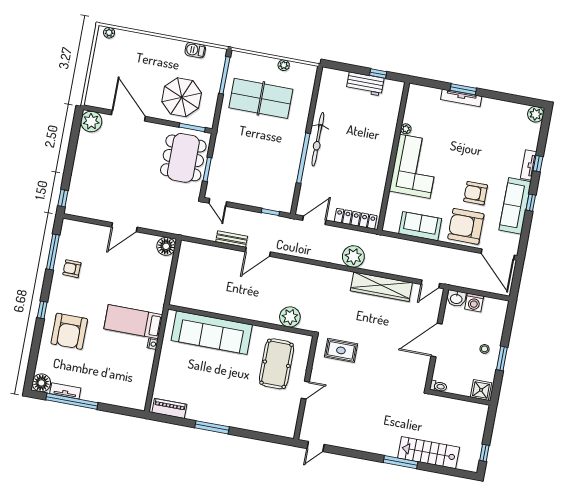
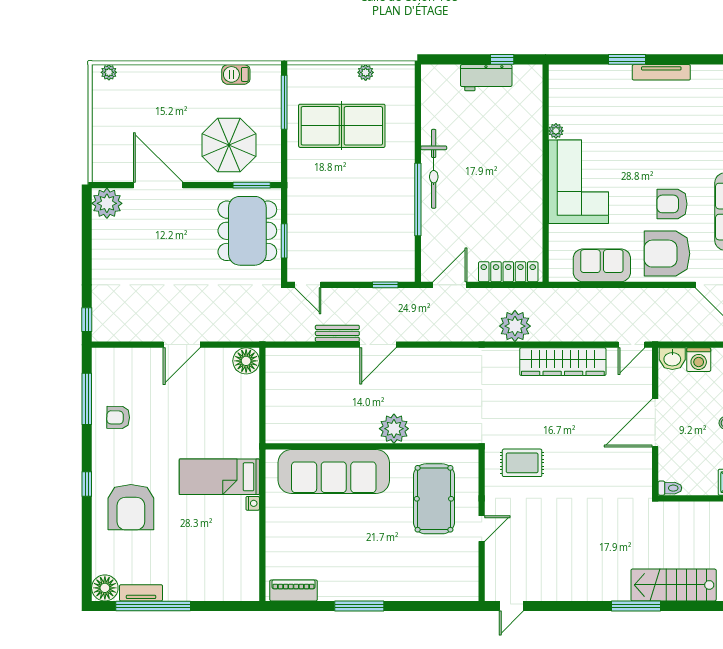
tv unit: (461, 98) -> (661, 72), moved
plant: (290, 317) -> (394, 429), moved

